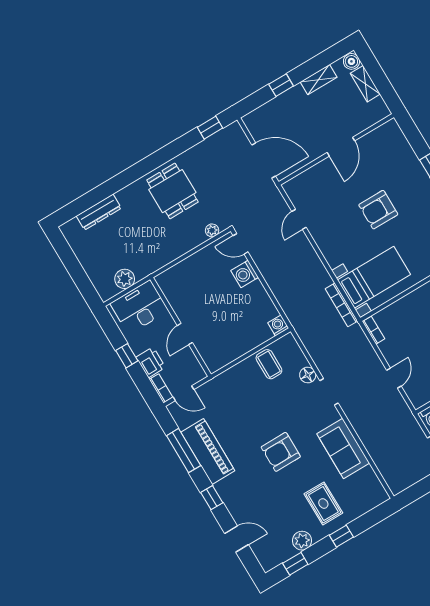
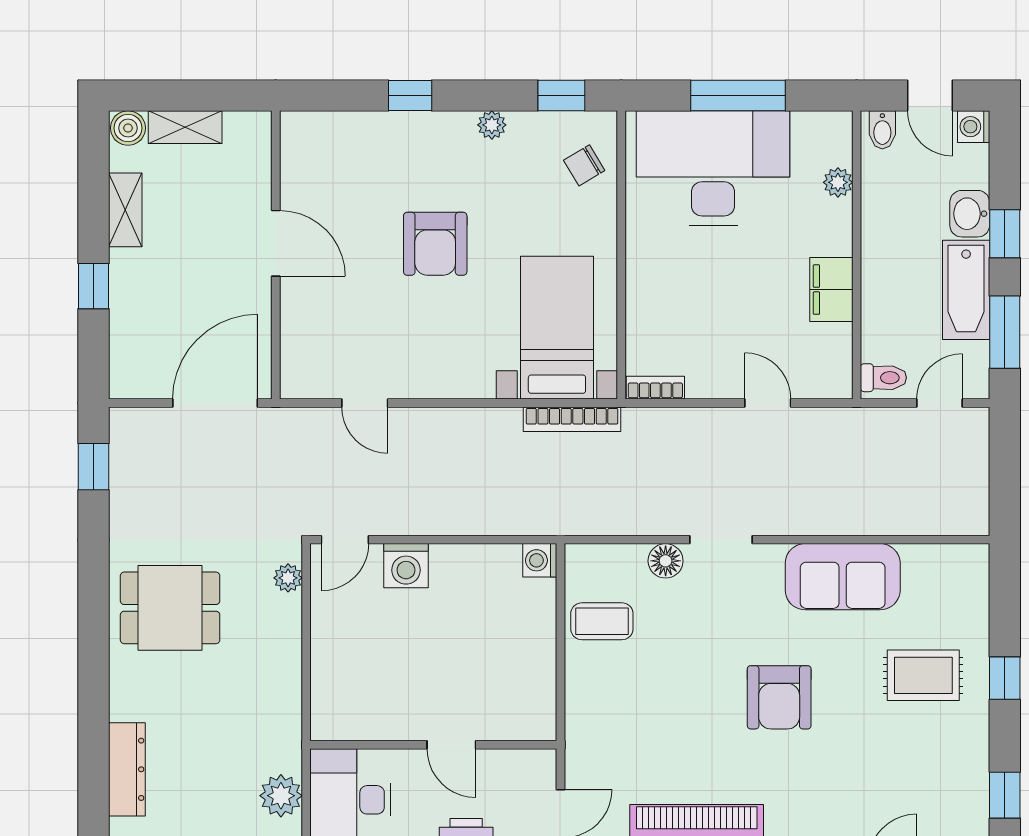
plant: (302, 541) -> (969, 757), removed

